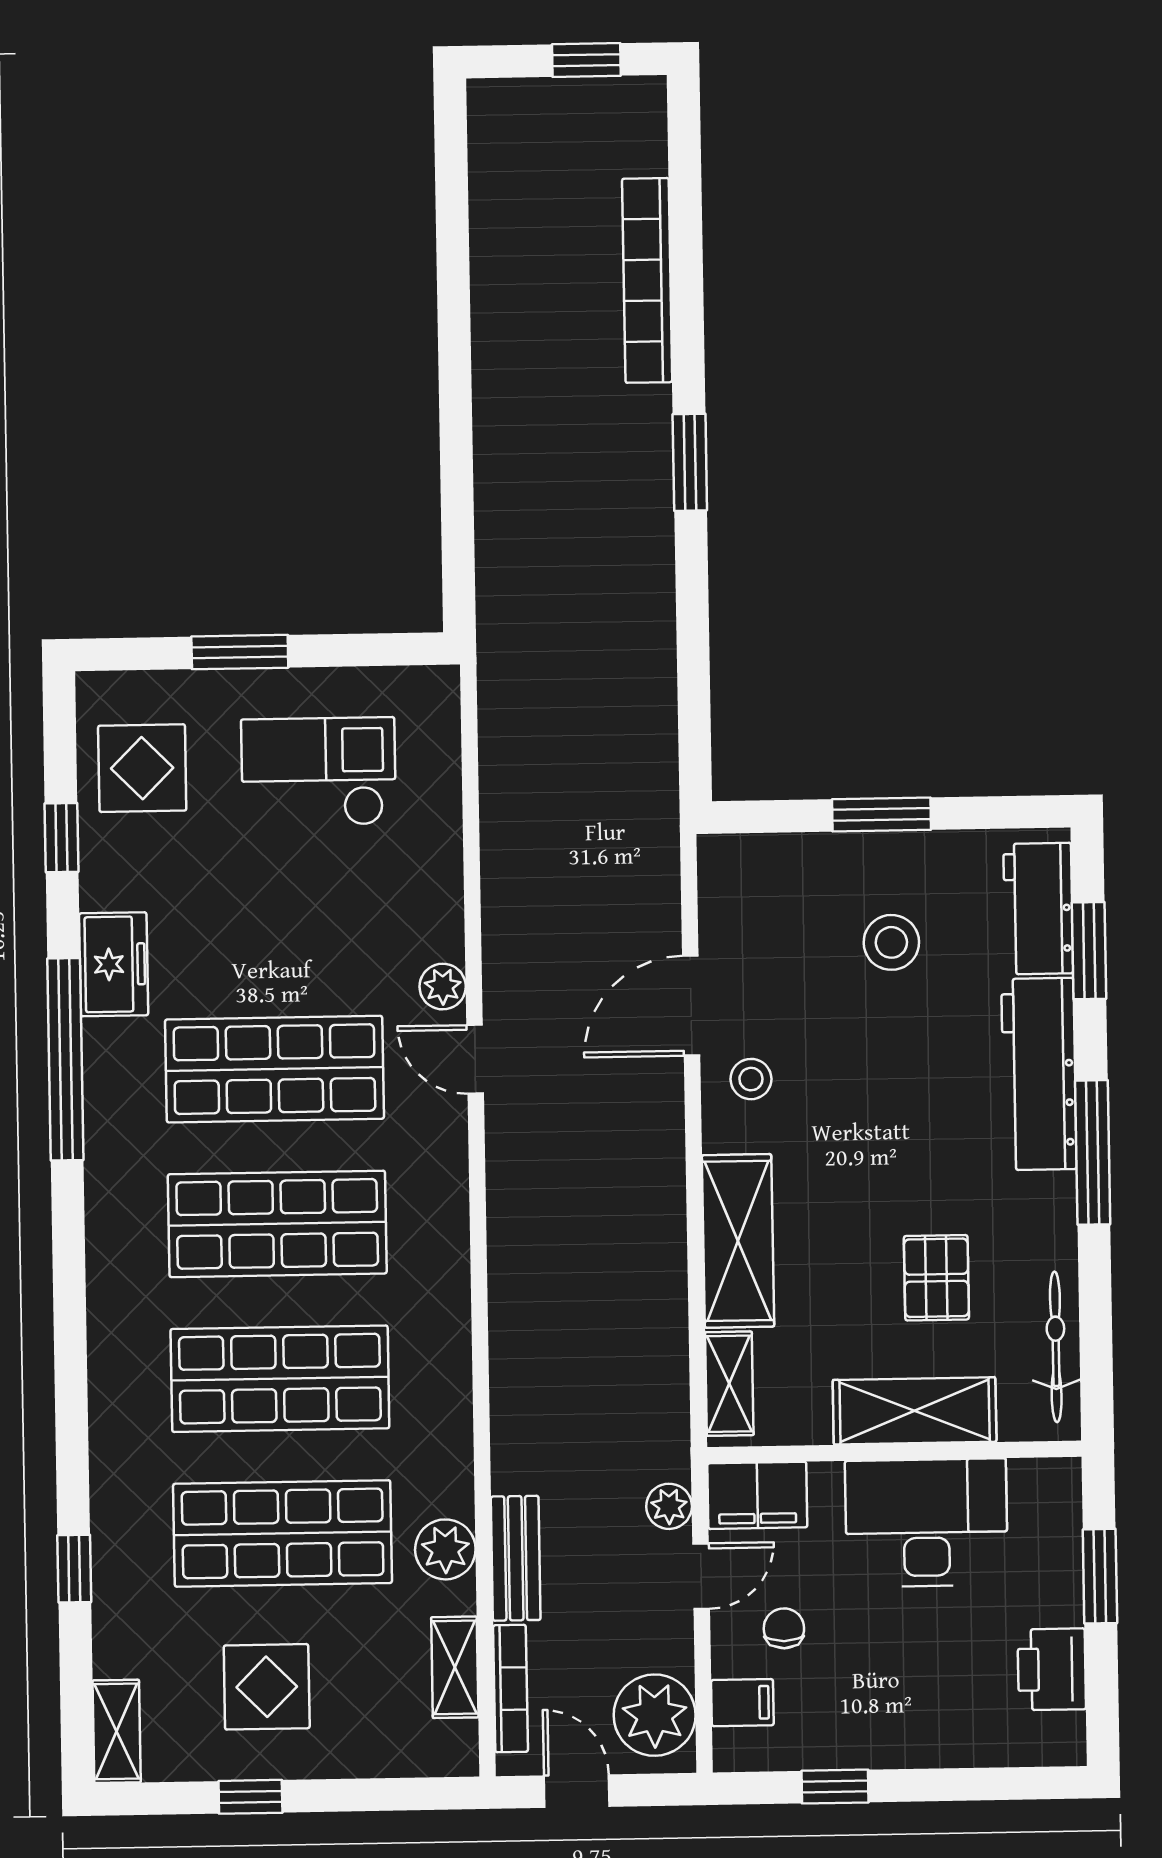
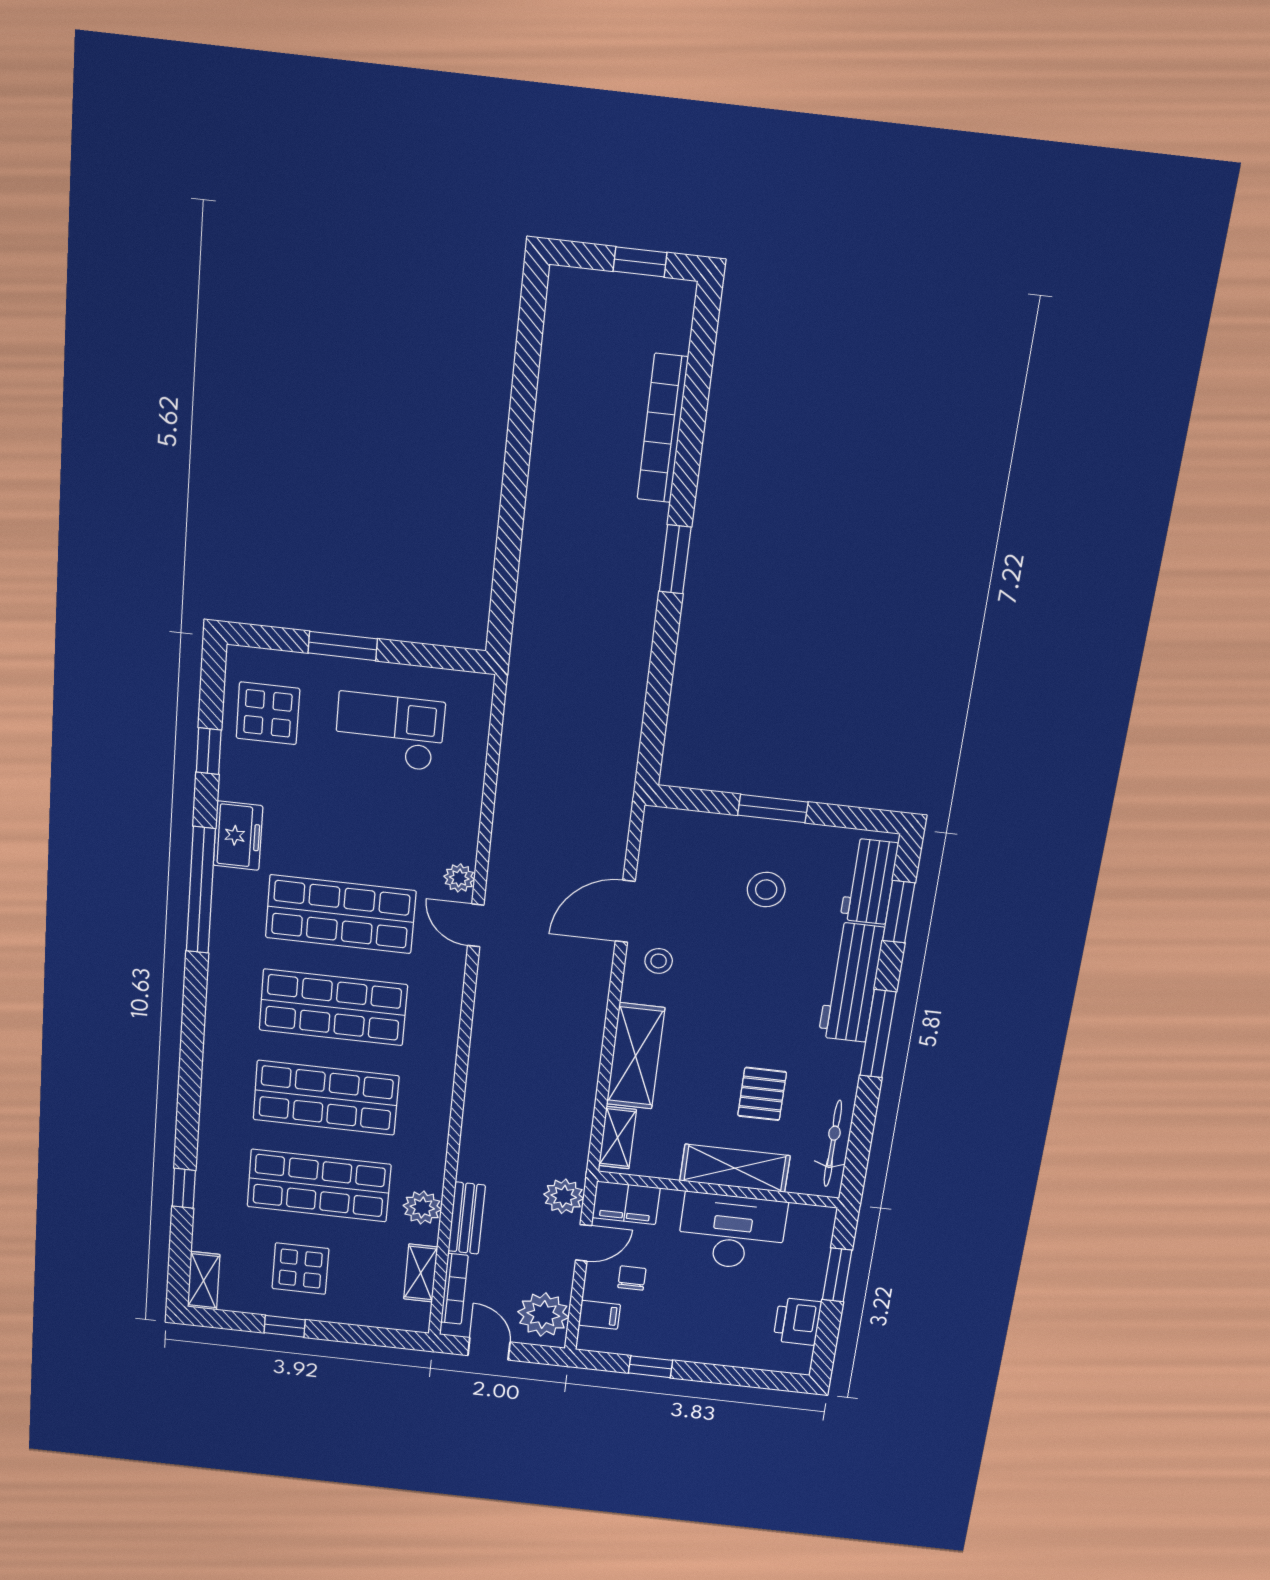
plant: (669, 1506) -> (564, 1196), width x1.38, depth x1.38

